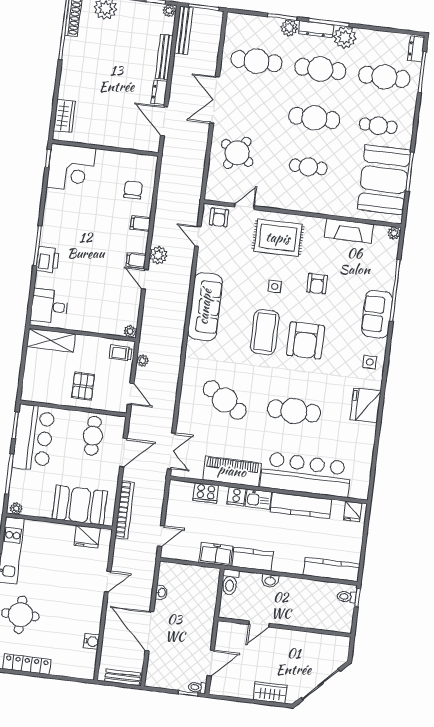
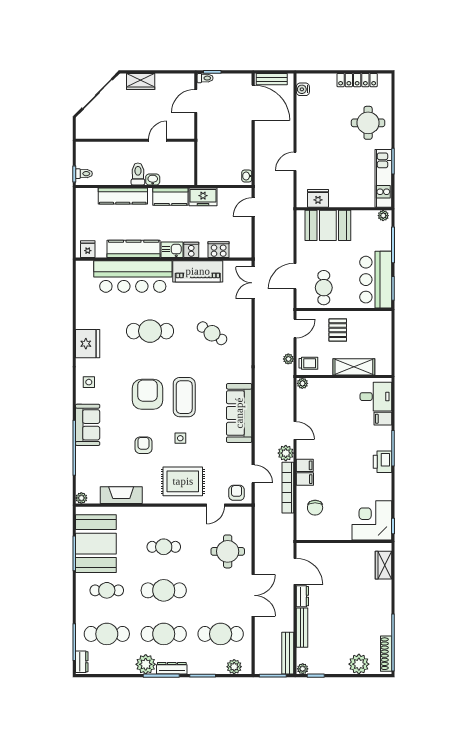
plant: (289, 28) -> (234, 667), moved
round table: (237, 153) -> (228, 551), turned -32
printer: (48, 260) -> (382, 462), moved
filing cabinet: (136, 260) -> (305, 465), moved
filing cabinet: (45, 280) -> (383, 419), added
shelving: (51, 340) -> (354, 367), moved
door: (131, 394) -> (295, 328), swing flipped
cafe table: (225, 400) -> (212, 333), width x0.73, depth x0.74
bookcase: (125, 510) -> (288, 488), moved
kitchen counter: (331, 569) -> (123, 196), moved
toilet: (230, 582) -> (138, 174), moved
washbasin: (161, 593) -> (247, 176), moved
door: (149, 631) -> (253, 103), moved
water cooler: (91, 641) -> (303, 89), moved

